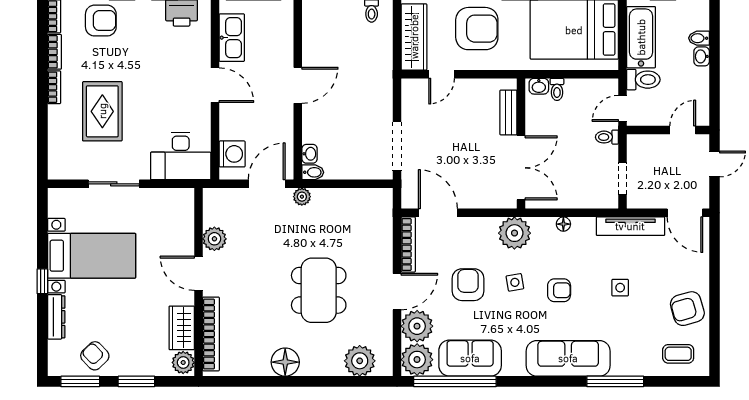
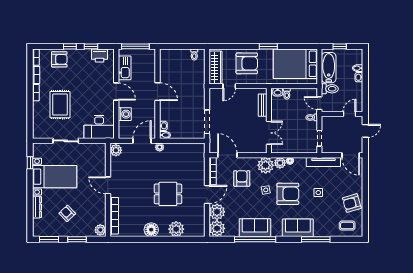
door: (298, 85) -> (157, 92), hinge flipped
door: (622, 108) -> (319, 103), hinge flipped
washing machine: (232, 154) -> (125, 114), moved
double door: (521, 168) -> (269, 133), width x0.73
plant: (543, 228) -> (280, 163), added
plant: (214, 239) -> (116, 150), moved
window: (42, 281) -> (30, 163), moved
armchair: (468, 285) -> (242, 178), moved
dining table: (319, 290) -> (168, 194), width x0.73
armchair: (559, 290) -> (288, 194), width x1.88, depth x1.88
wardrobe: (182, 328) -> (100, 213), removed
armchair: (95, 356) -> (67, 213), moved
sofa: (470, 358) -> (255, 228), moved
sofa: (568, 358) -> (298, 228), width x0.73
plant: (360, 361) -> (176, 229), moved
window: (455, 381) -> (255, 239), moved

